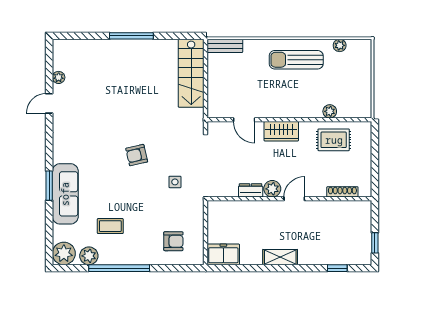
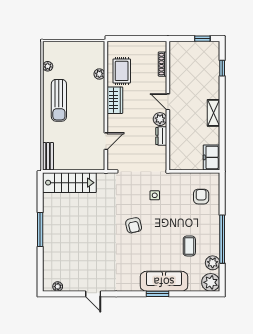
plant: (59, 77) -> (58, 287), moved
wardrobe: (281, 131) -> (115, 100), moved

